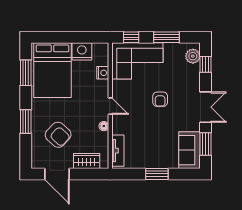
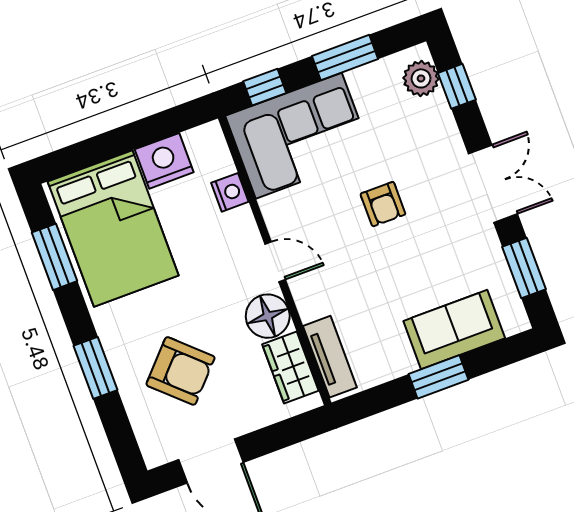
floor lamp: (104, 126) -> (268, 316), width x1.89, depth x1.89
sofa: (189, 150) -> (454, 330), moved, turned 90
wardrobe: (87, 161) -> (290, 368), moved, turned -90

